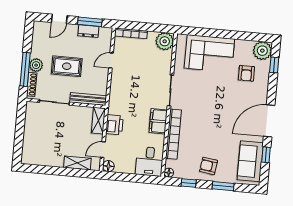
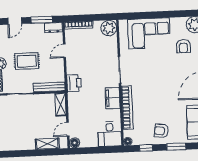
dresser: (88, 31) -> (54, 28), moved
printer: (114, 125) -> (74, 83), moved

